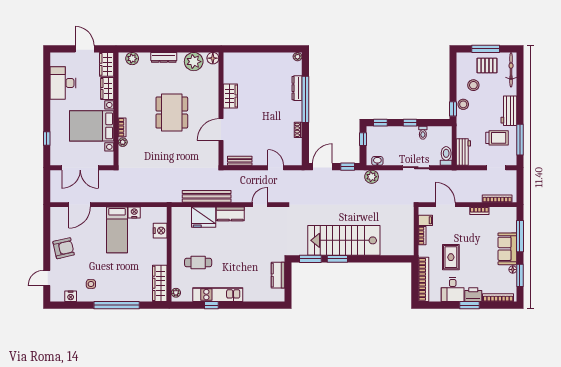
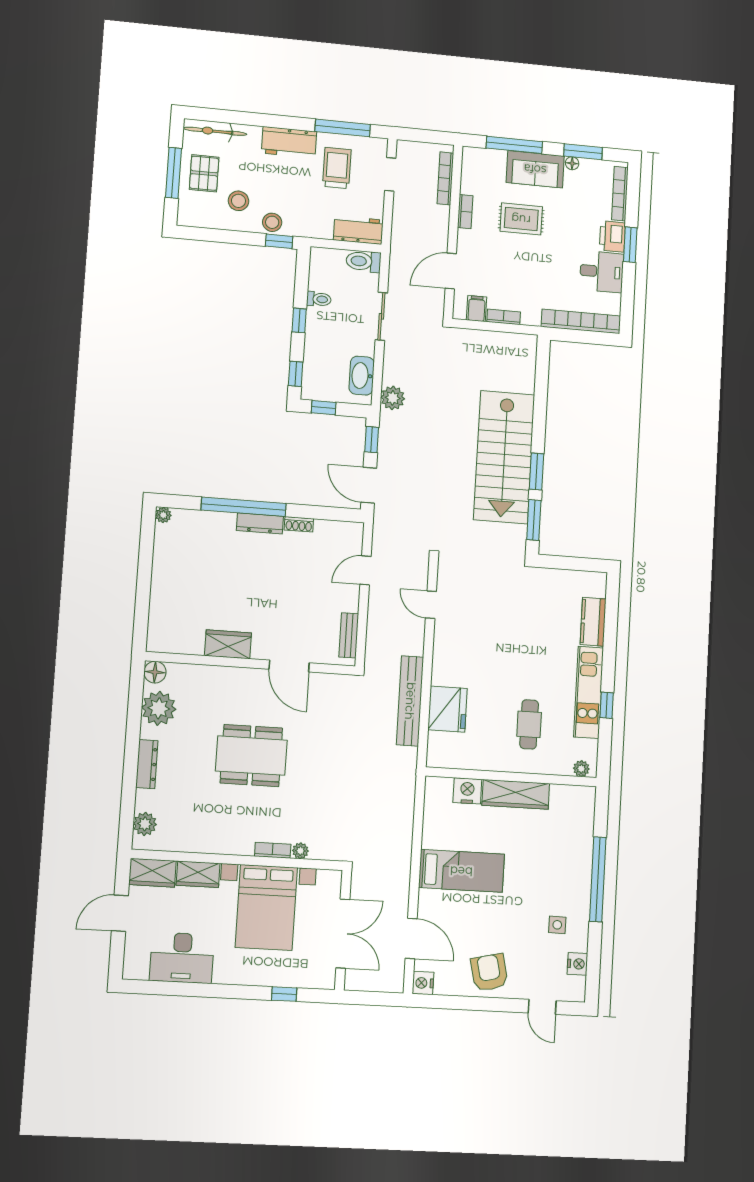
dresser: (297, 88) -> (260, 523), moved
washbasin: (377, 161) -> (362, 376), width x1.91, depth x1.45
nightstand: (134, 212) -> (423, 983), moved
kitchen counter: (230, 214) -> (445, 660), removed
rug: (451, 257) -> (521, 219), moved
kitchen counter: (278, 275) -> (593, 622), moved, turned 90
wardrobe: (160, 283) -> (516, 794), moved

